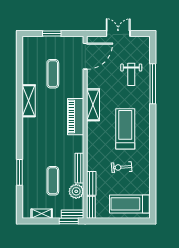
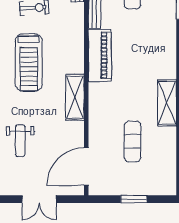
weight bench: (131, 74) -> (20, 141), turned 180
piano: (76, 117) -> (100, 55), moved

